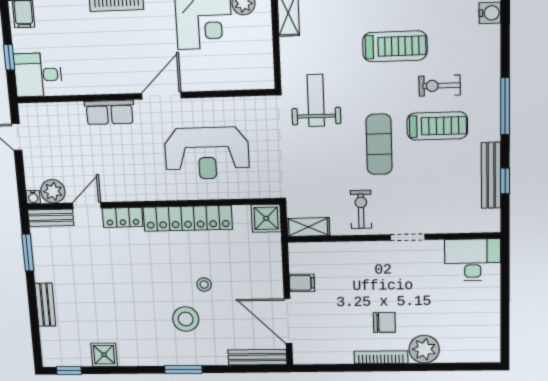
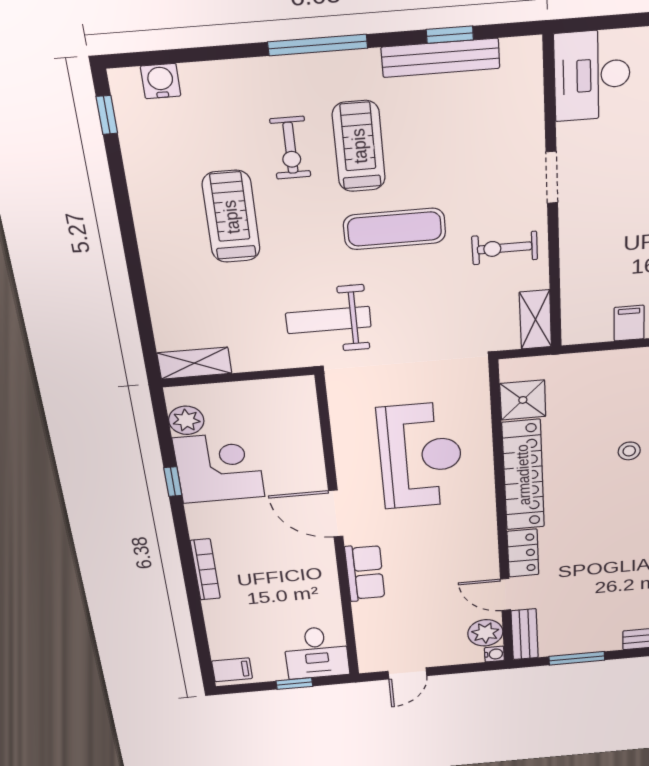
shower: (266, 218) -> (523, 400), moved

